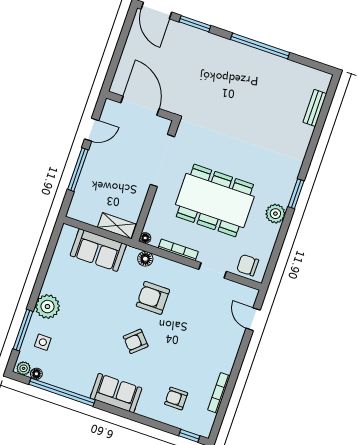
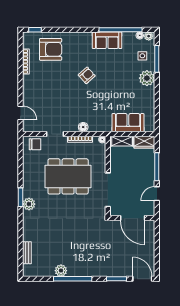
plant: (273, 64) -> (61, 271), added
wardrobe: (84, 213) -> (144, 142), added
plant: (275, 214) -> (29, 204), moved
floor lamp: (145, 259) -> (83, 127), moved
armchair: (153, 298) -> (85, 105), removed
sofa: (116, 393) -> (107, 40), moved
armchair: (176, 399) -> (51, 49), width x1.88, depth x1.88

